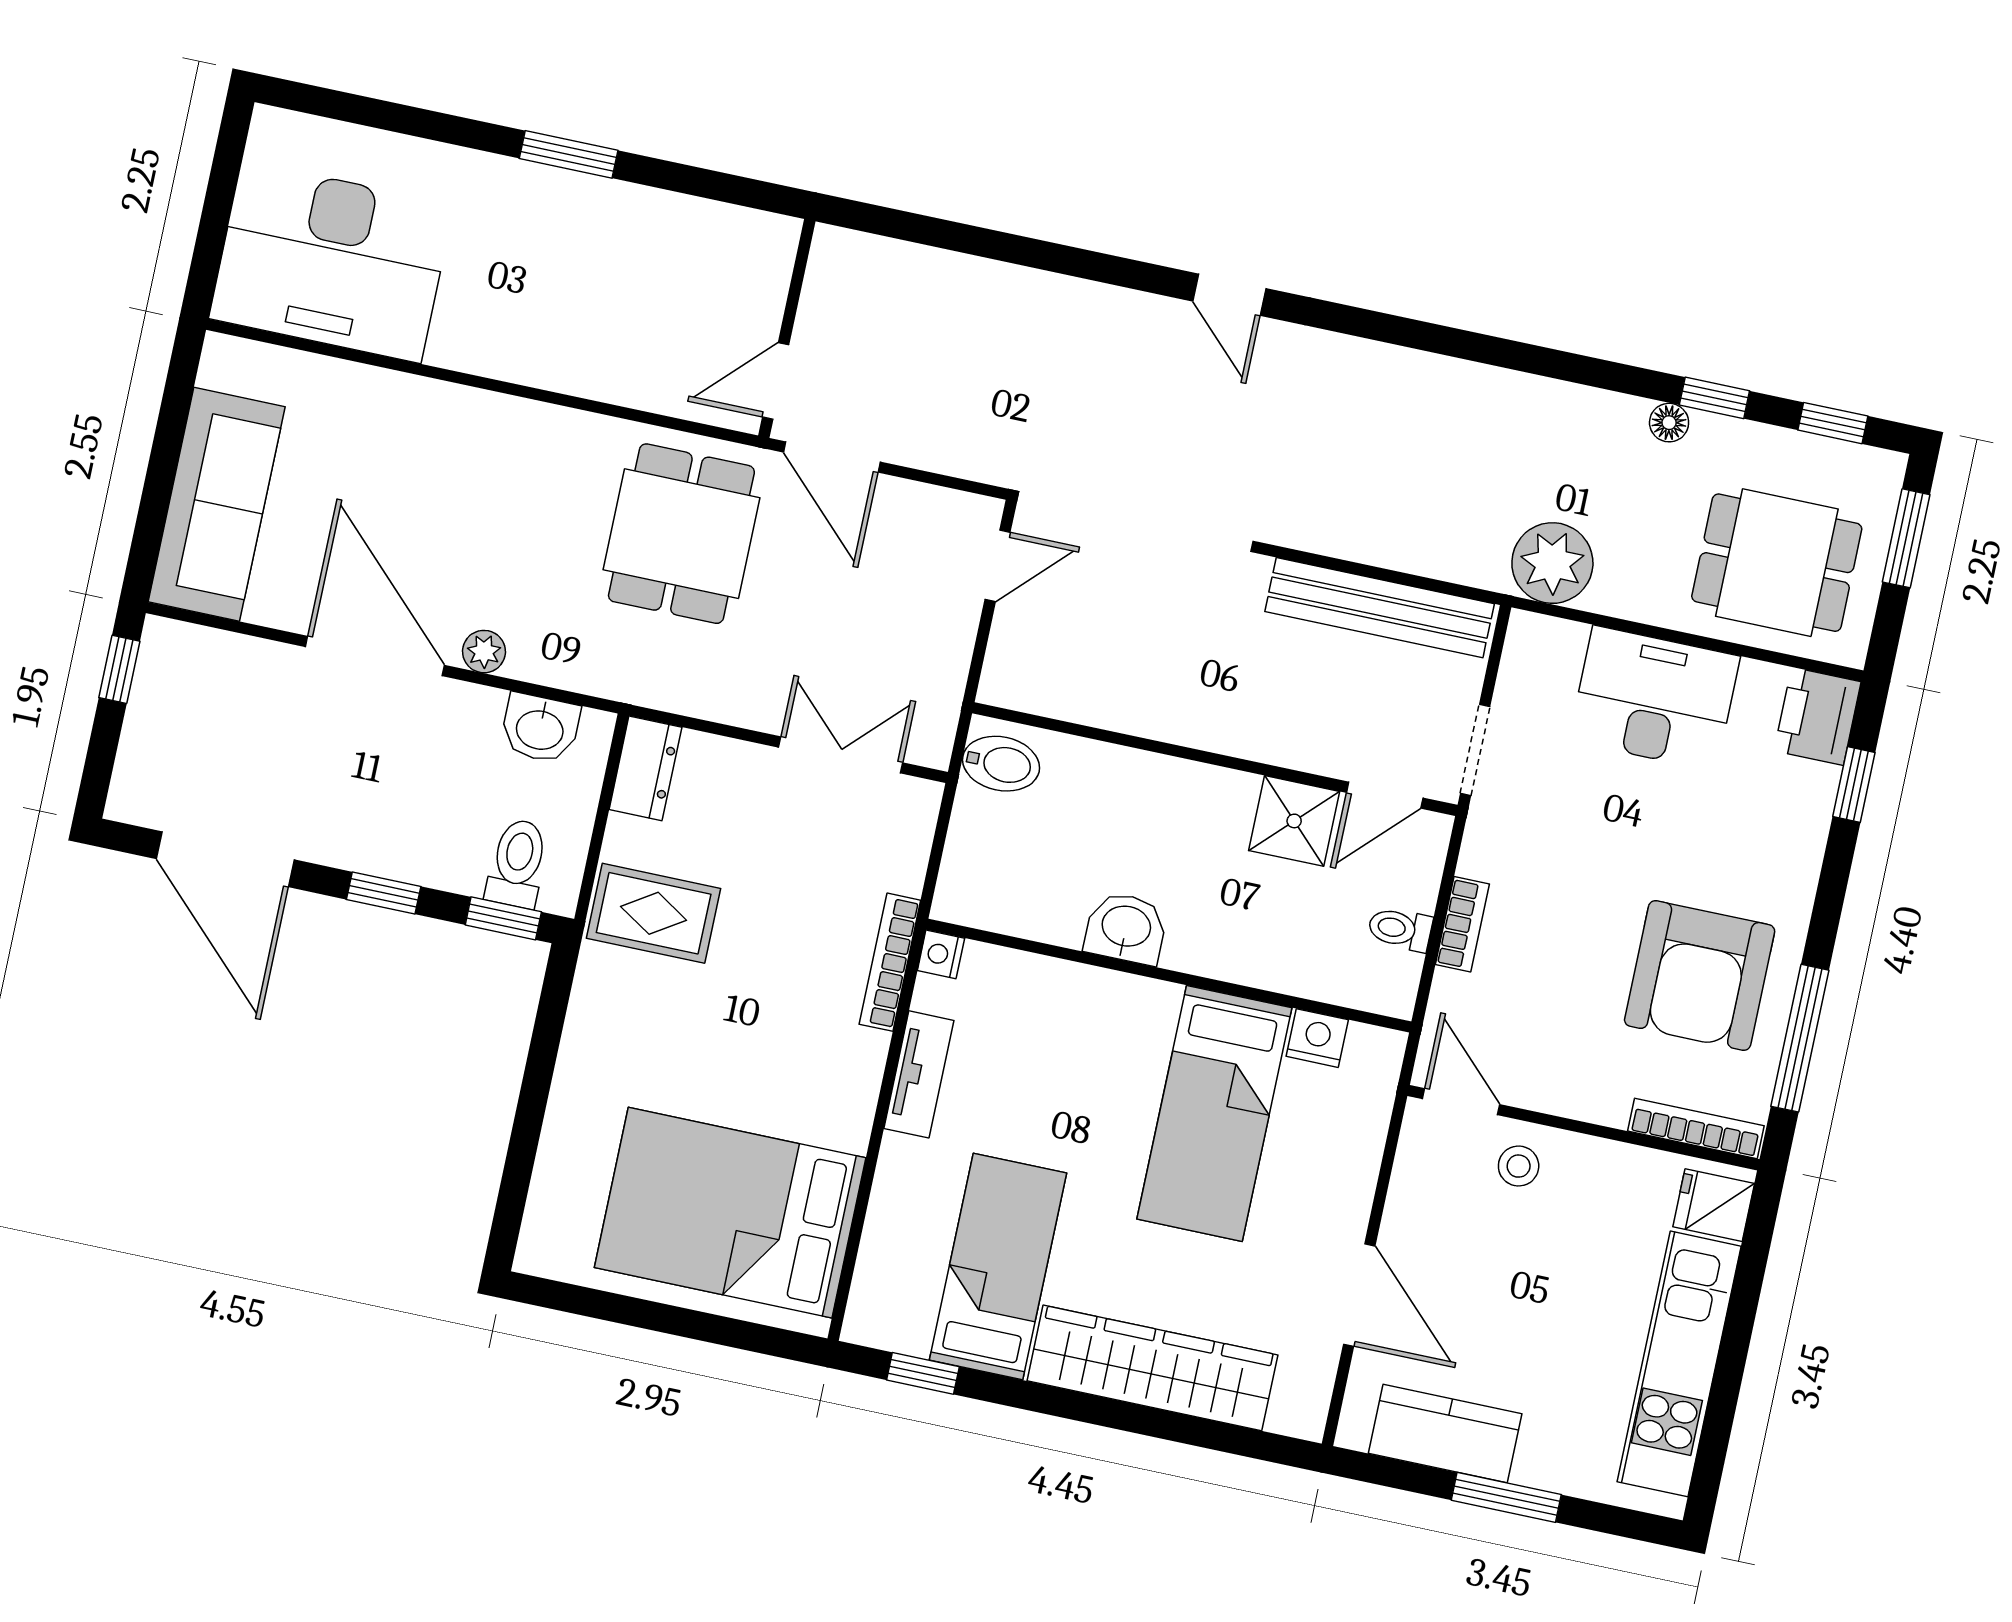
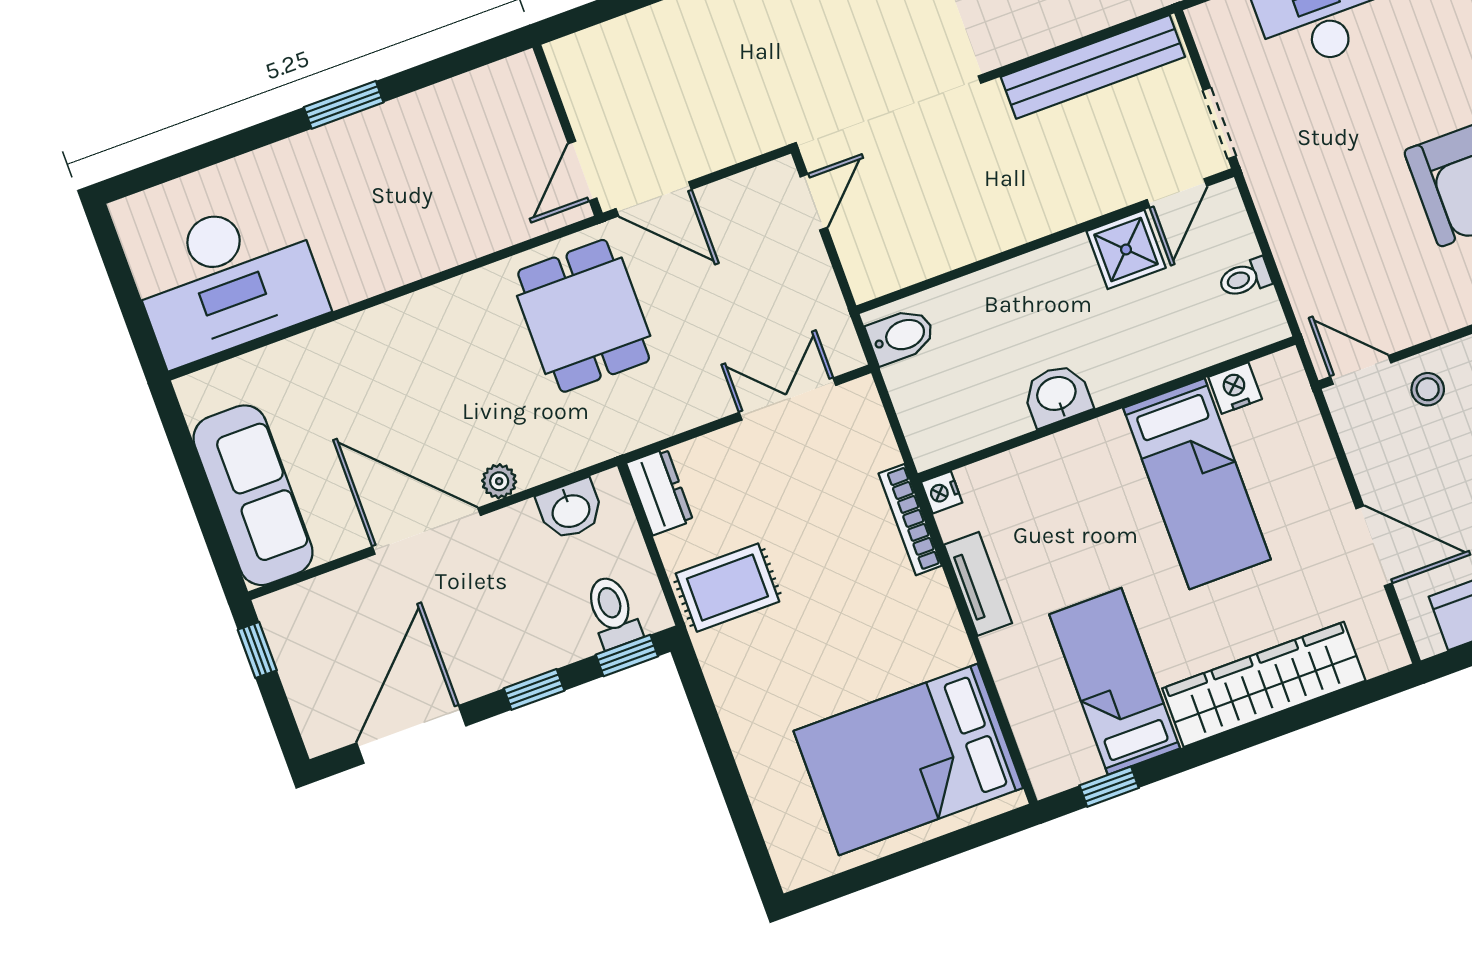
door: (225, 859) -> (411, 734), swing flipped
bookcase: (1462, 924) -> (1285, 248), removed

